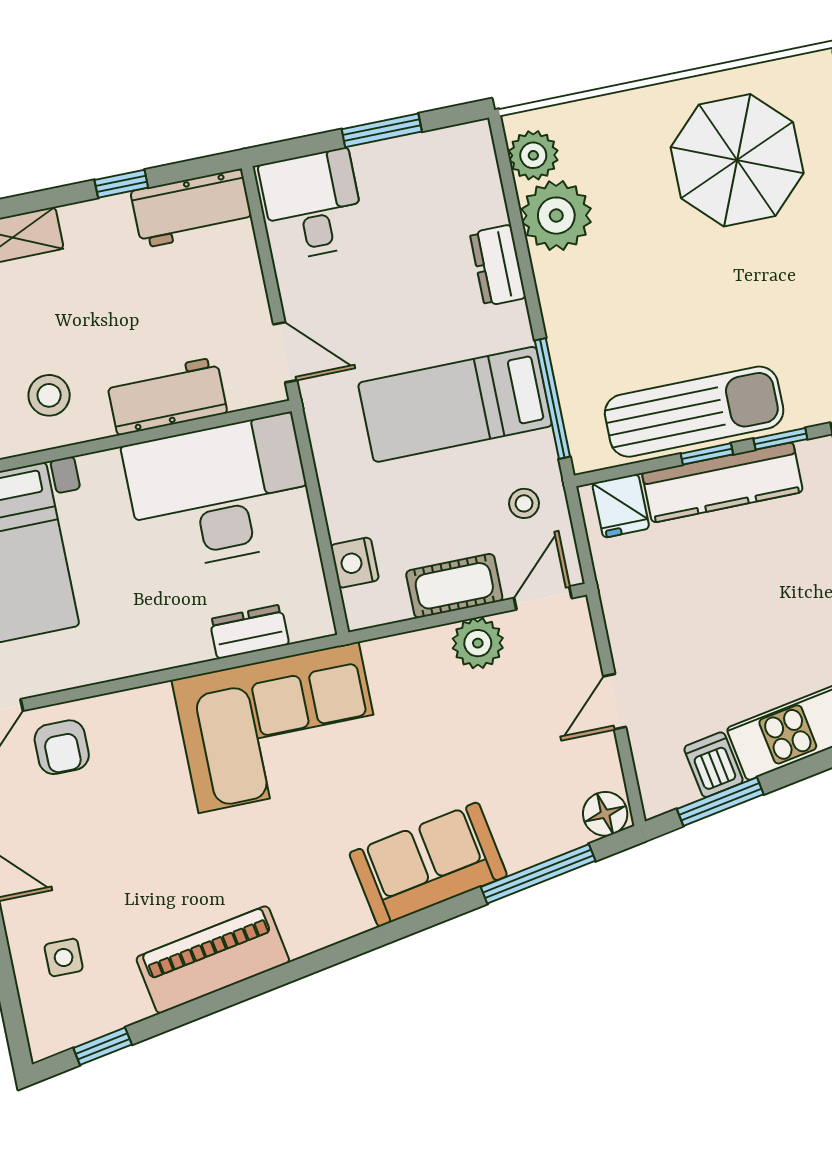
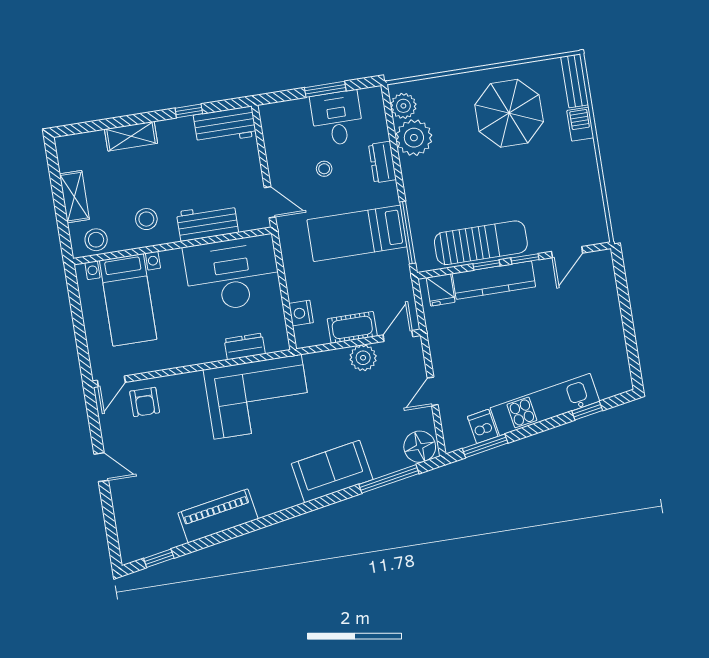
desk: (313, 205) -> (337, 118), moved
stool: (524, 503) -> (324, 169), moved
floor lamp: (605, 814) -> (420, 447), width x1.38, depth x1.38
side table: (64, 957) -> (141, 511), removed

